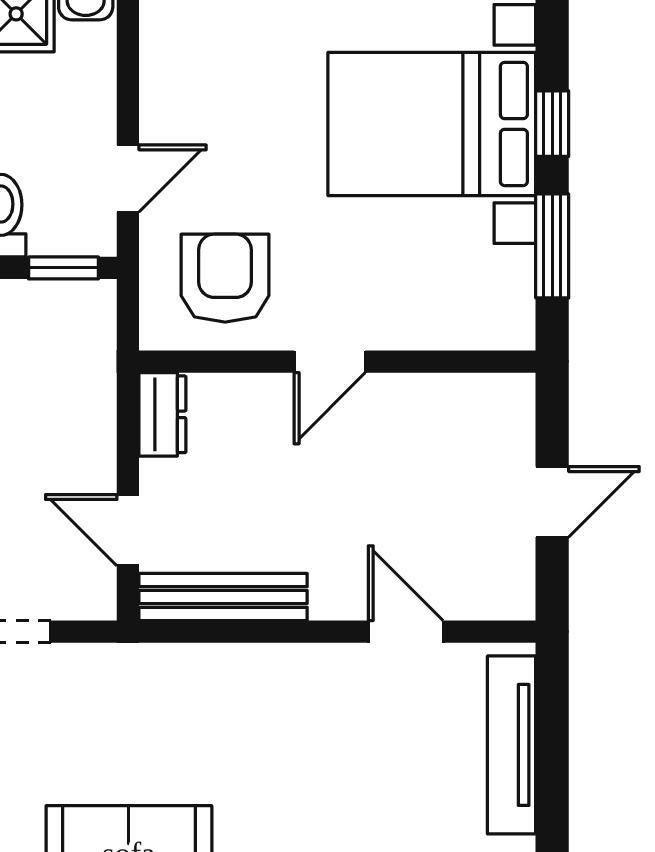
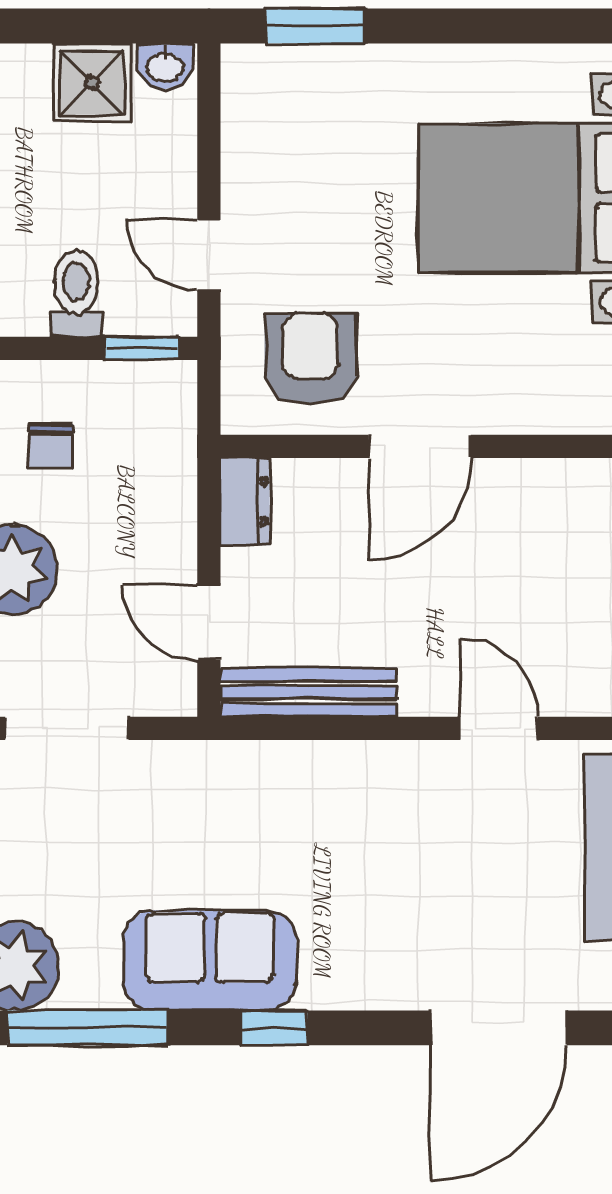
door: (128, 179) -> (209, 255), swing flipped
door: (330, 362) -> (420, 446), width x1.38

